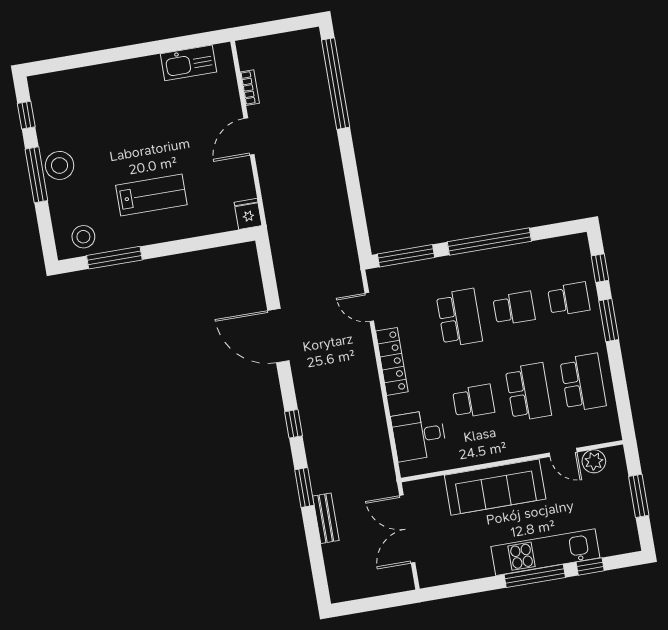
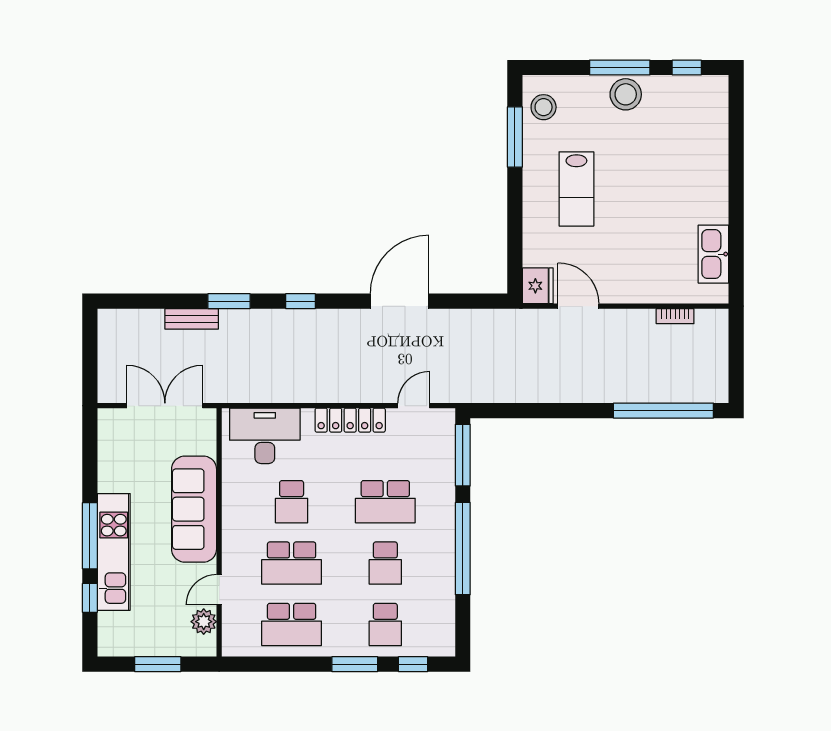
door: (249, 137) -> (578, 306), moved
fridge: (248, 214) -> (538, 286), width x1.38
desk: (419, 435) -> (265, 436), width x1.37

